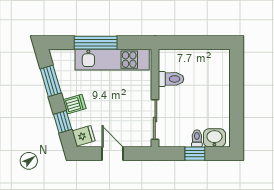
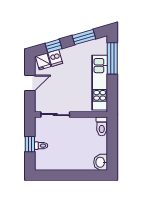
window: (96, 43) -> (112, 58), moved
toilet: (171, 79) -> (102, 126), moved
dishwasher: (74, 104) -> (55, 58), moved
washbasin: (214, 138) -> (101, 162), moved, turned 180

